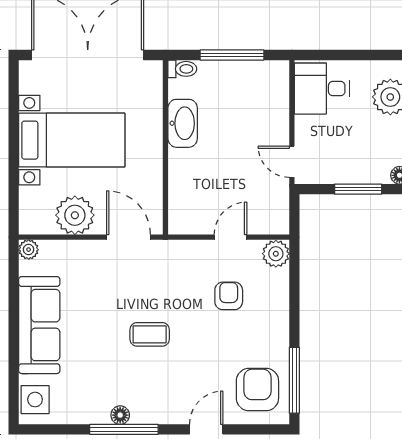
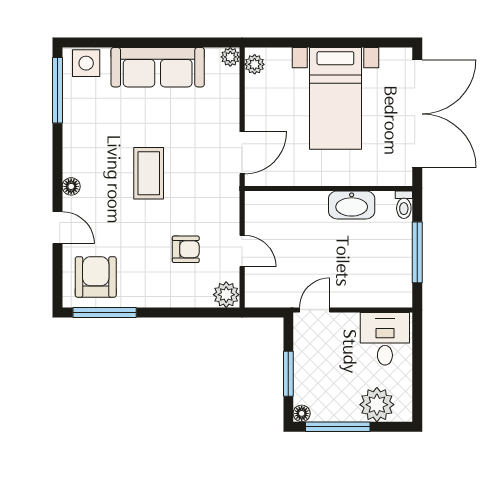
plant: (75, 215) -> (255, 64), moved, width x0.53, depth x0.53
coffee table: (150, 334) -> (149, 173), width x1.36, depth x1.30
armchair: (257, 390) -> (96, 277), turned -90
floor lamp: (120, 415) -> (71, 186), moved
window: (124, 429) -> (57, 90), moved

